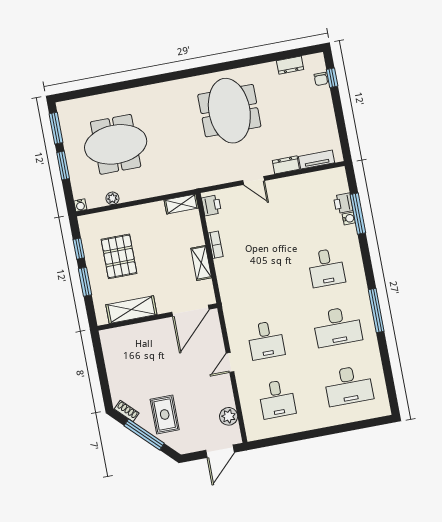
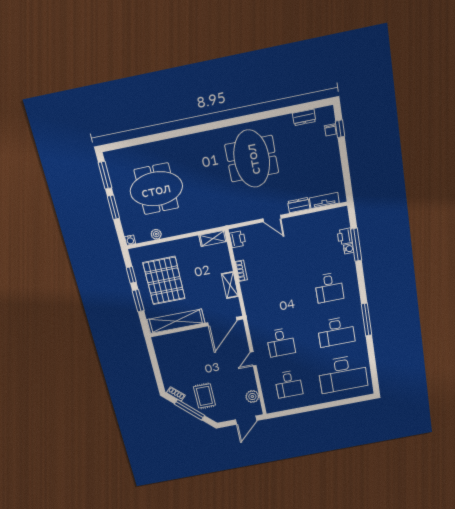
pallet: (119, 256) -> (164, 281), width x1.37, depth x1.41
shelving: (131, 310) -> (176, 321), width x1.47
desk: (349, 386) -> (343, 374), width x1.36, depth x1.30

